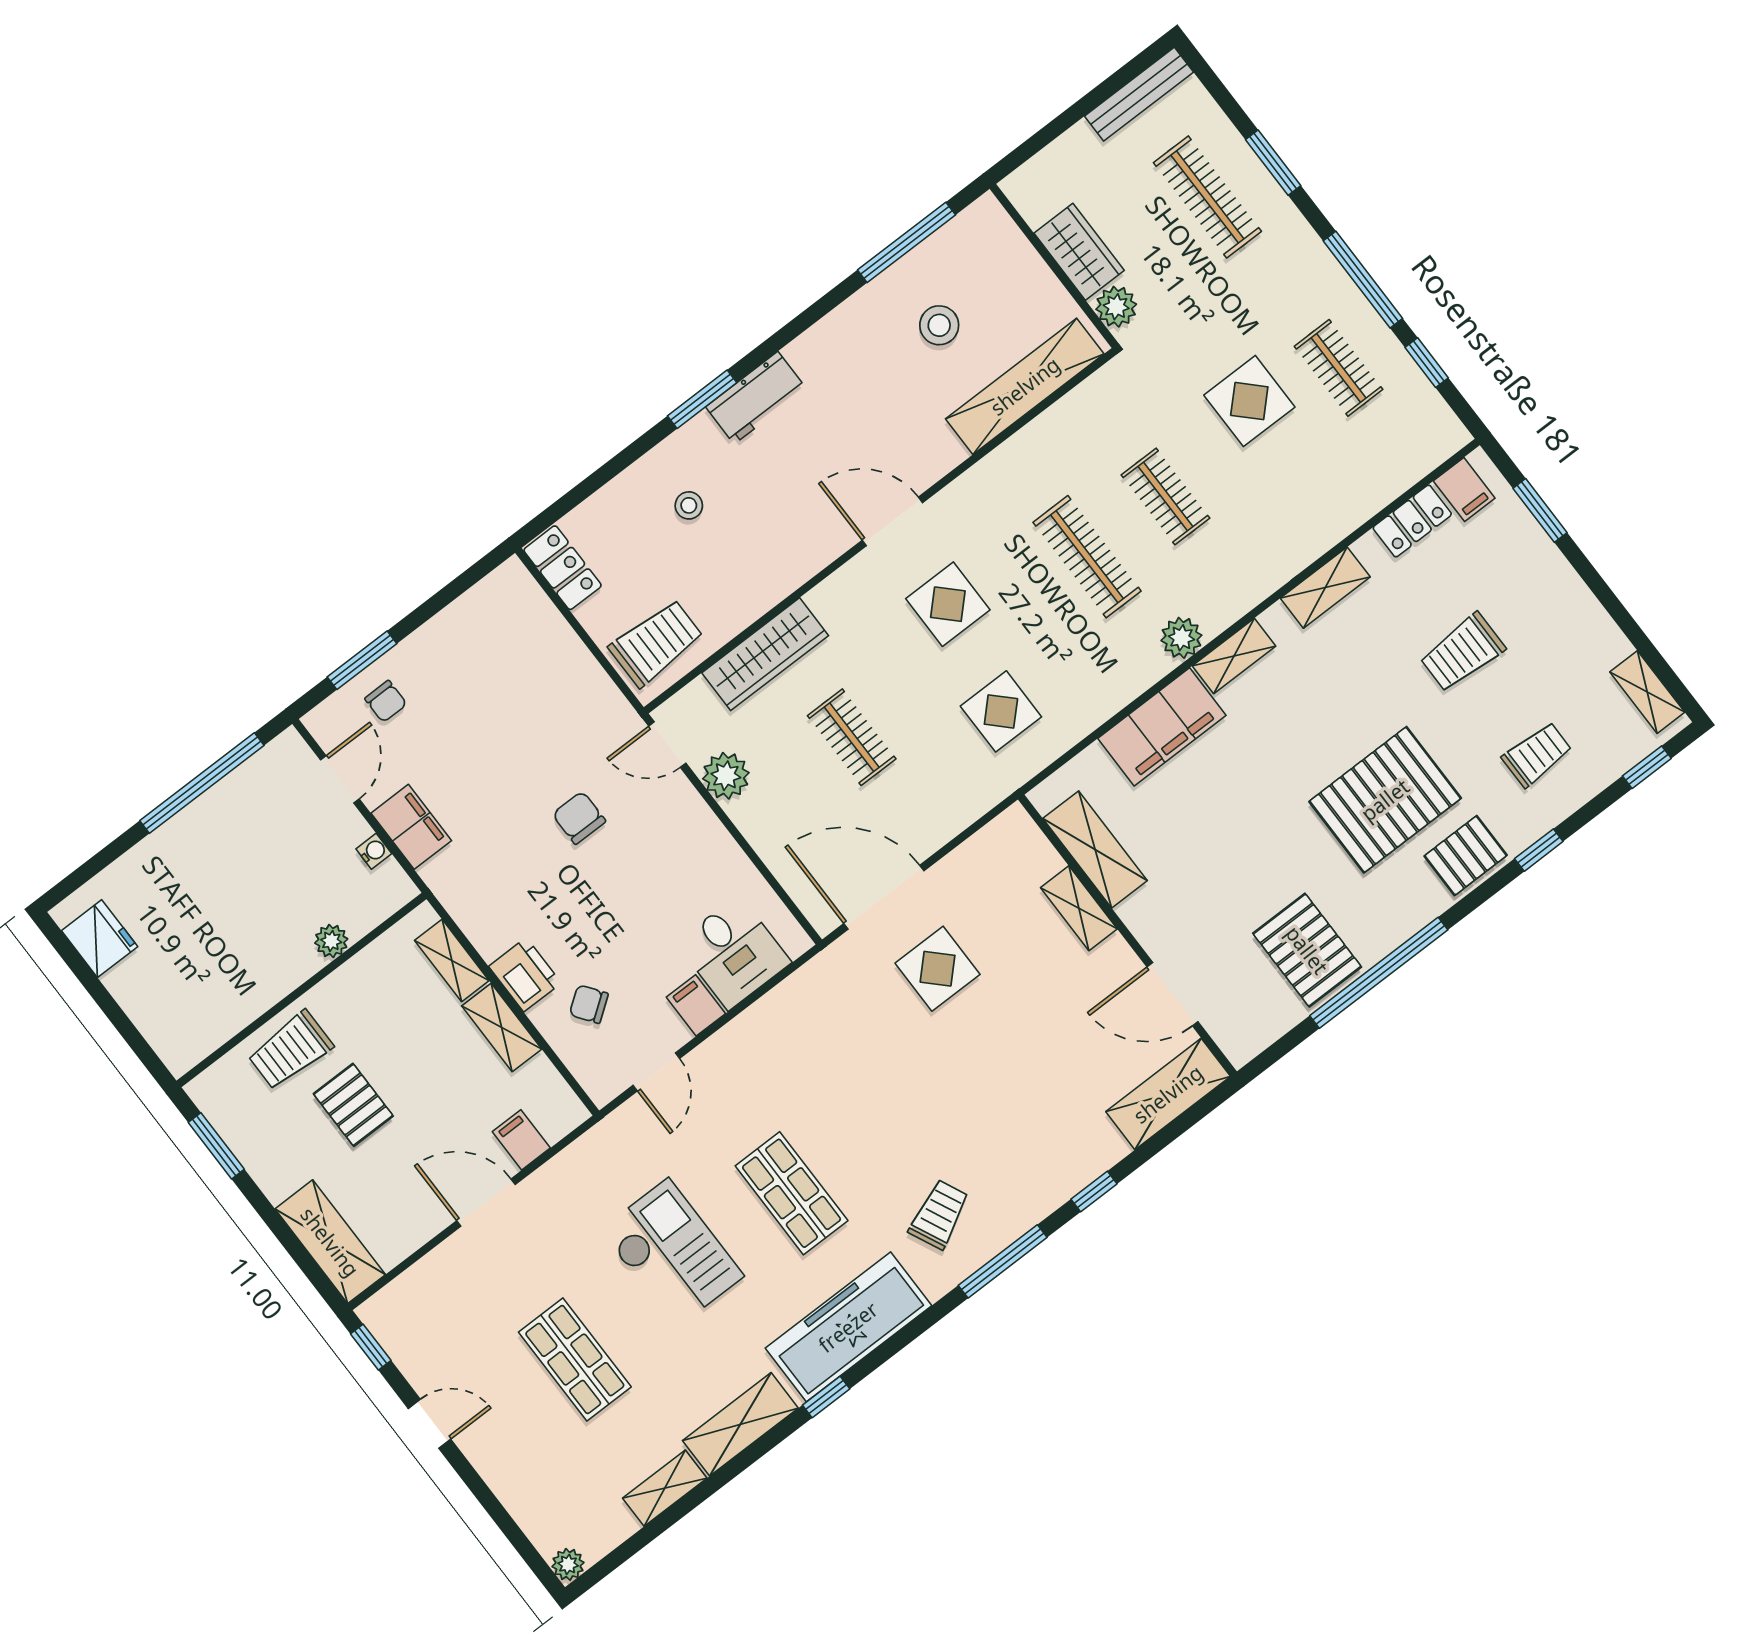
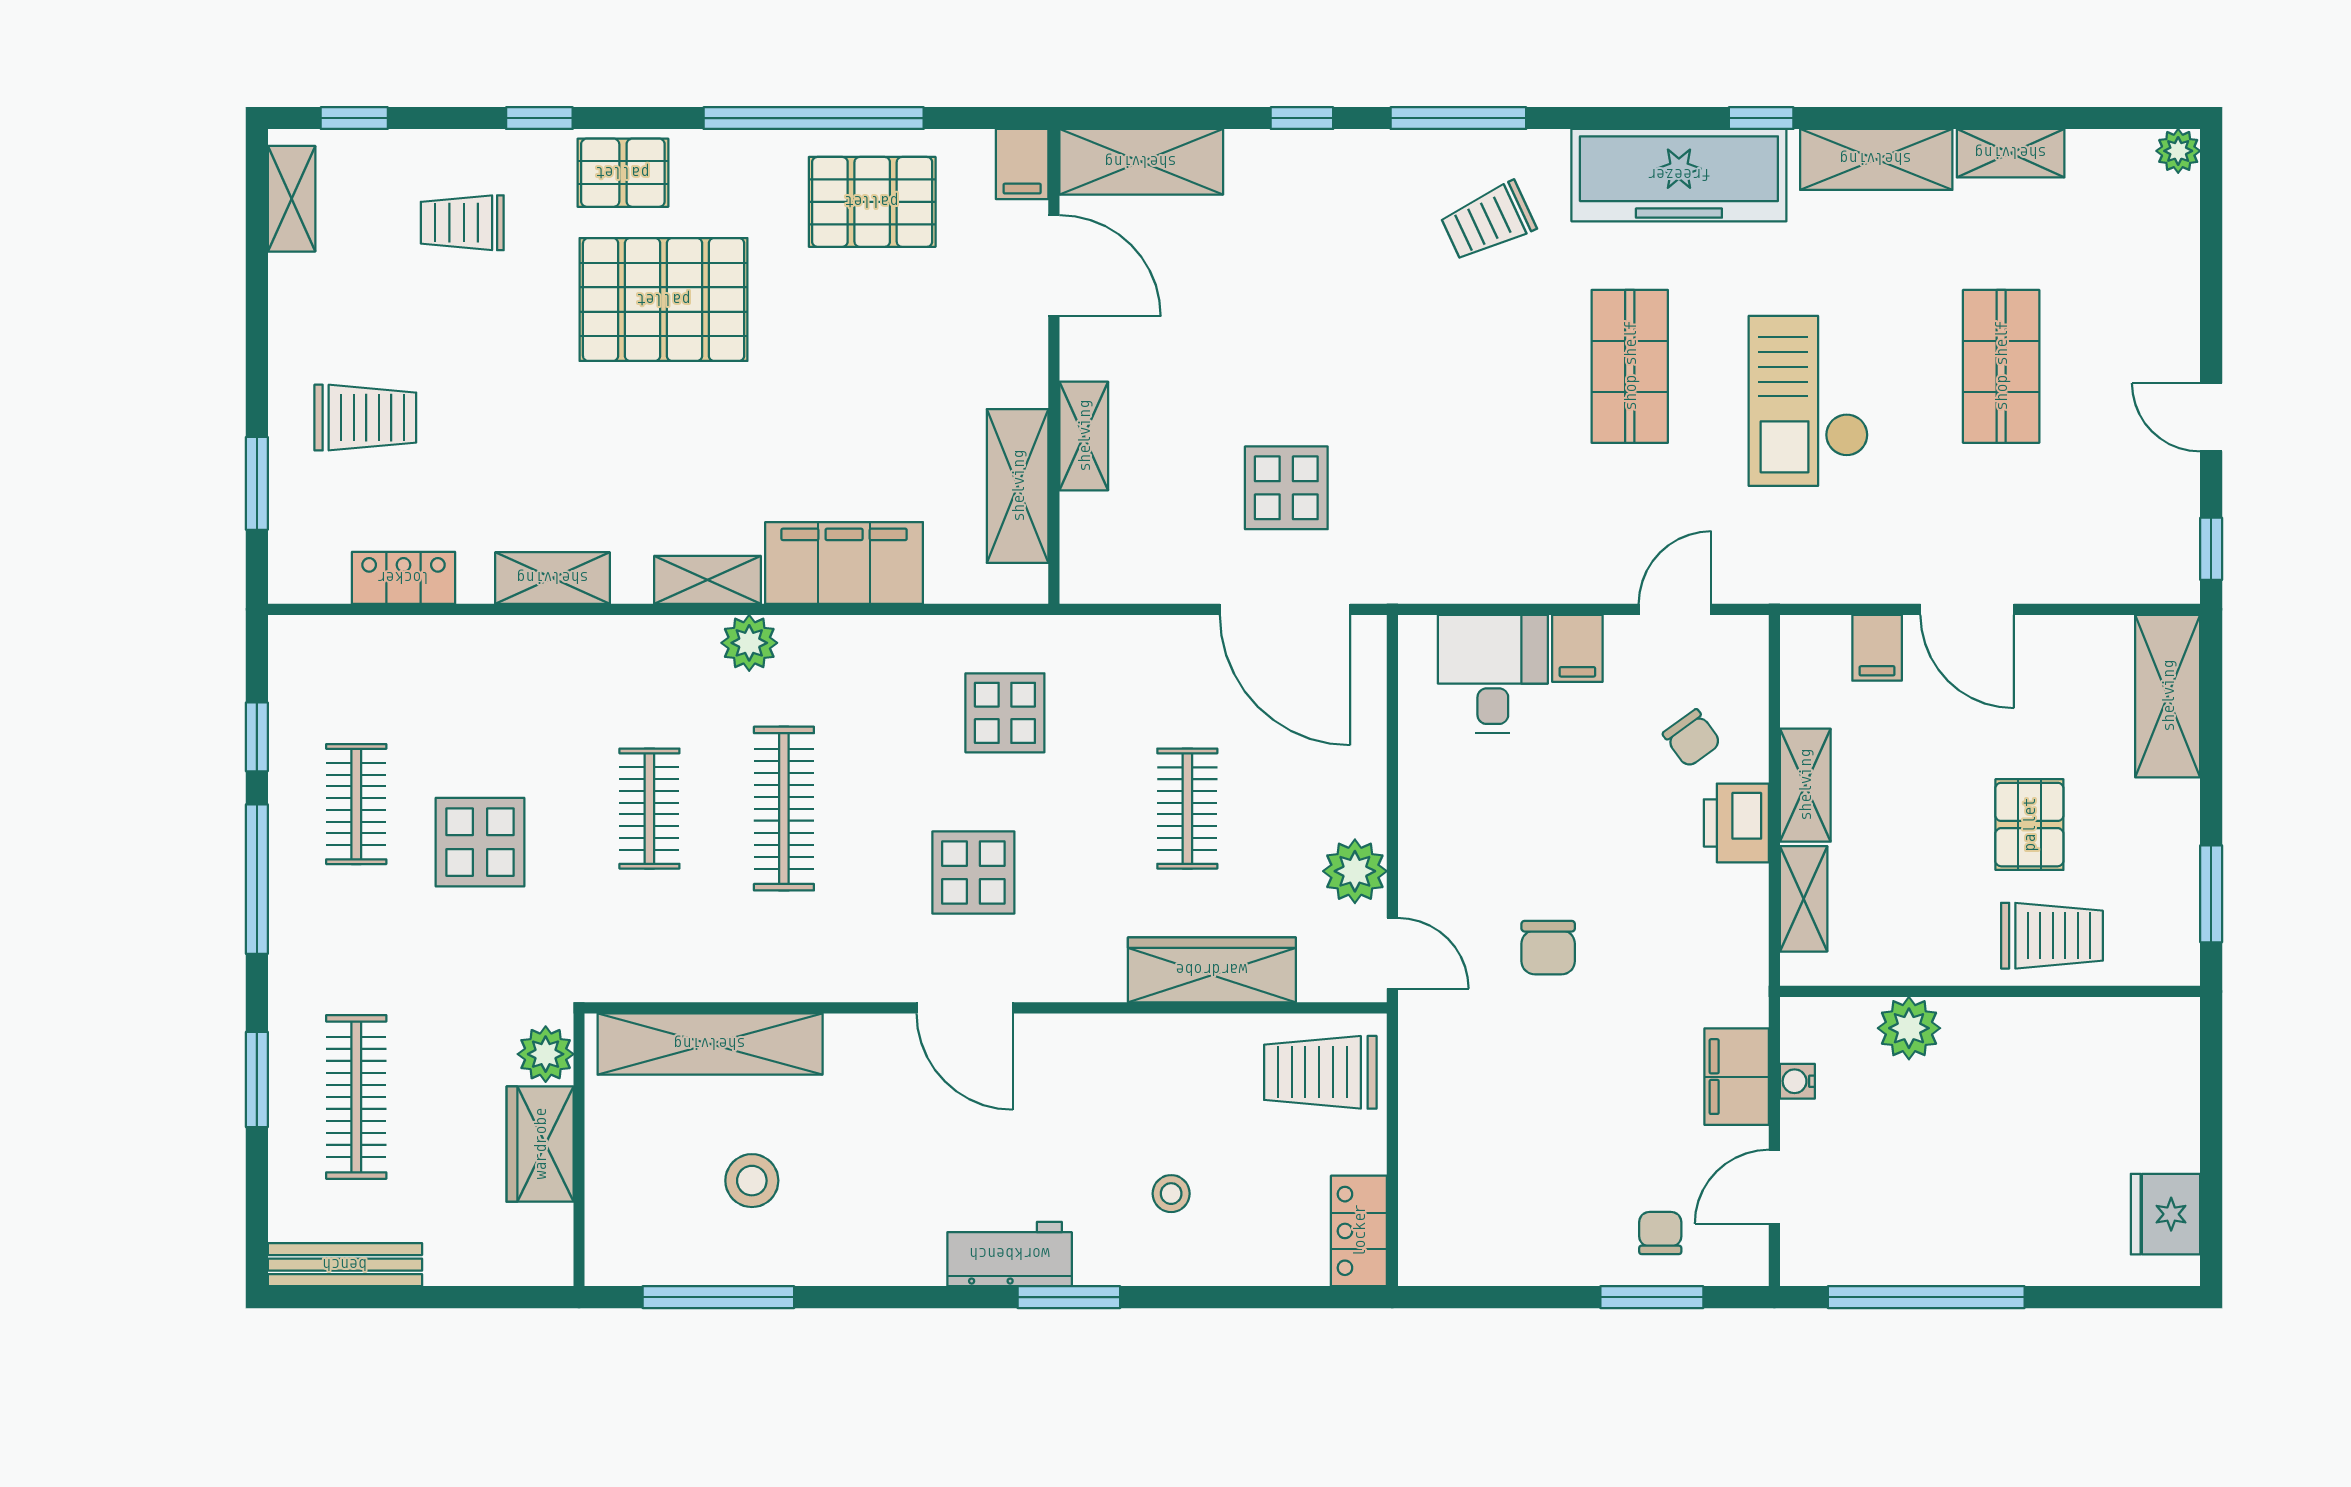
filing cabinet: (1464, 489) -> (1022, 164), moved, turned 180
trolley: (1462, 652) -> (365, 418), moved
plant: (331, 941) -> (1909, 1028), width x1.38, depth x1.38
pallet: (1307, 950) -> (872, 202), turned 90

